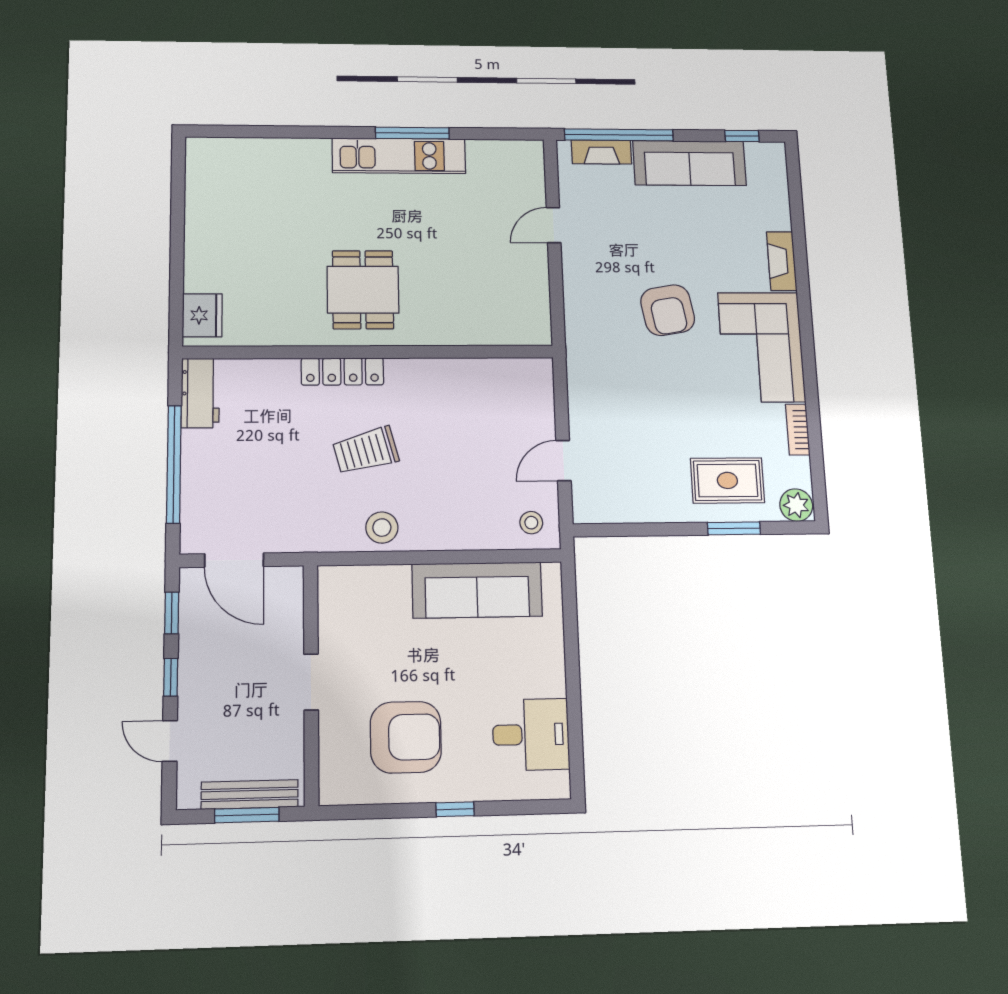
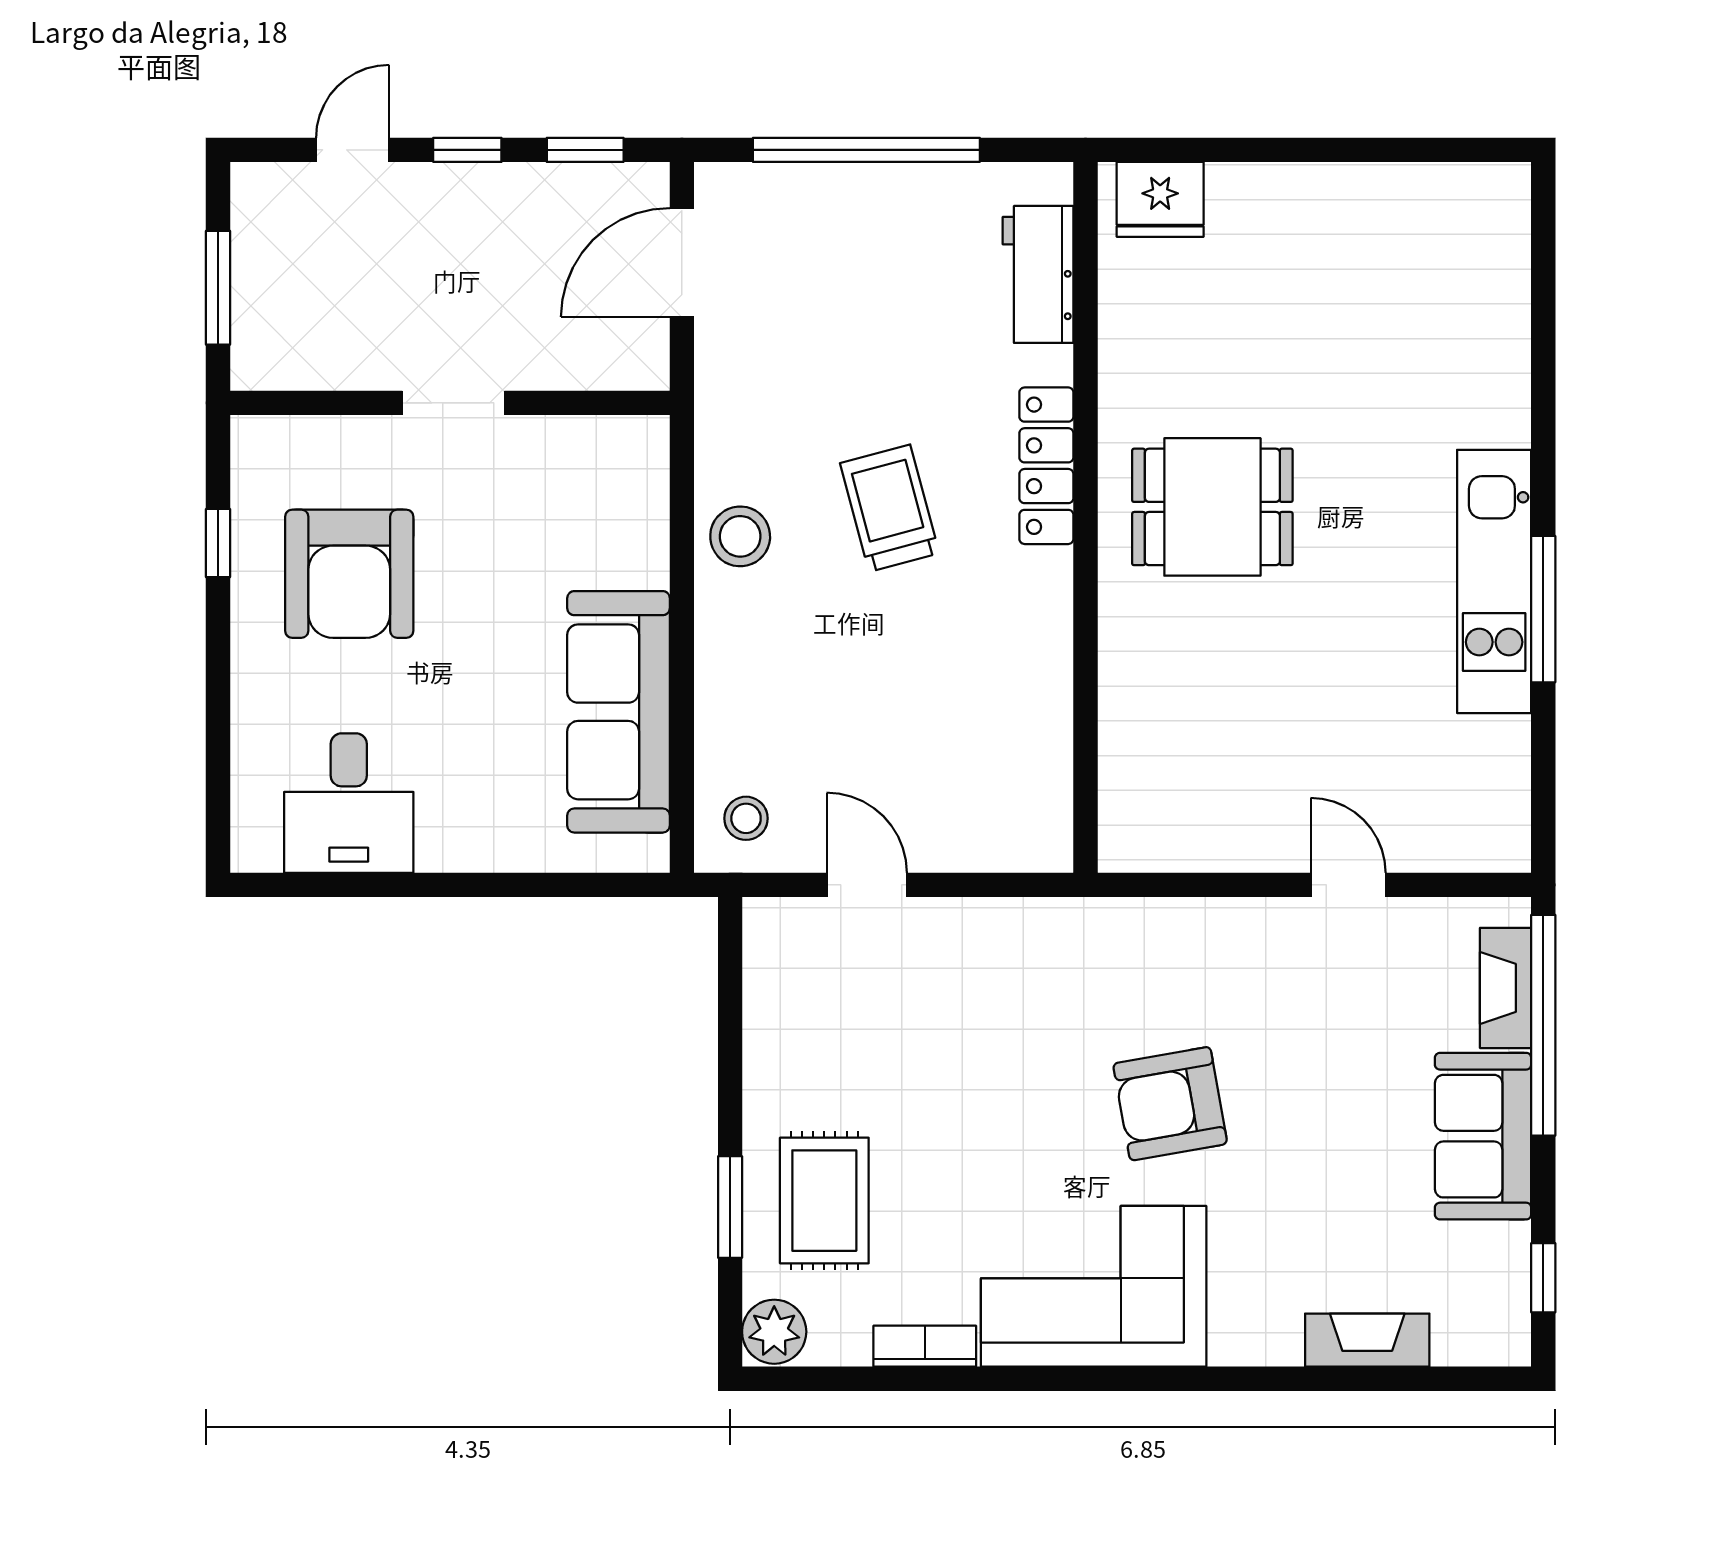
sofa: (690, 163) -> (1483, 1136), width x0.73
fireplace: (782, 261) -> (1367, 1340), moved
workbench: (200, 393) -> (1038, 274), moved, turned 90
bench: (250, 794) -> (254, 293), removed
window: (455, 809) -> (218, 543), moved

